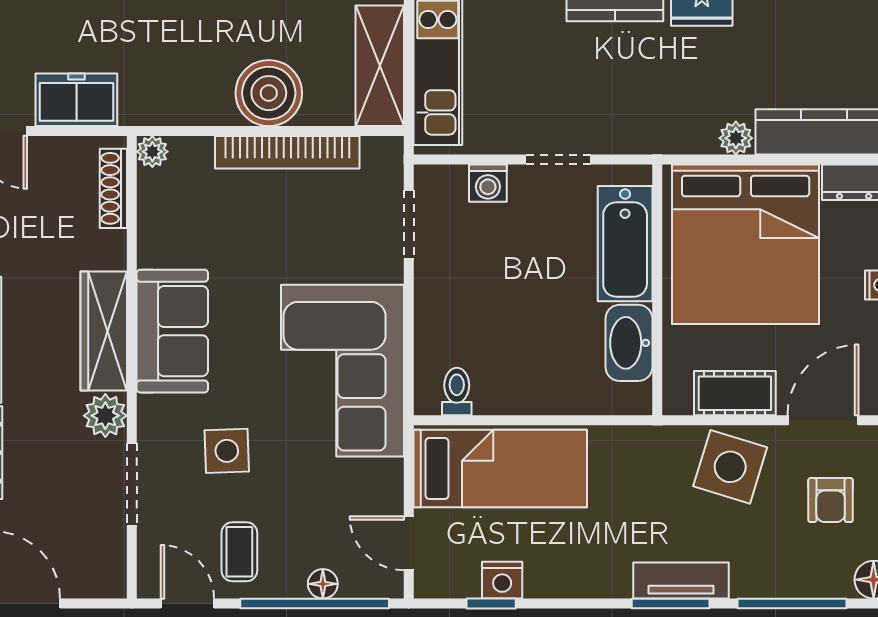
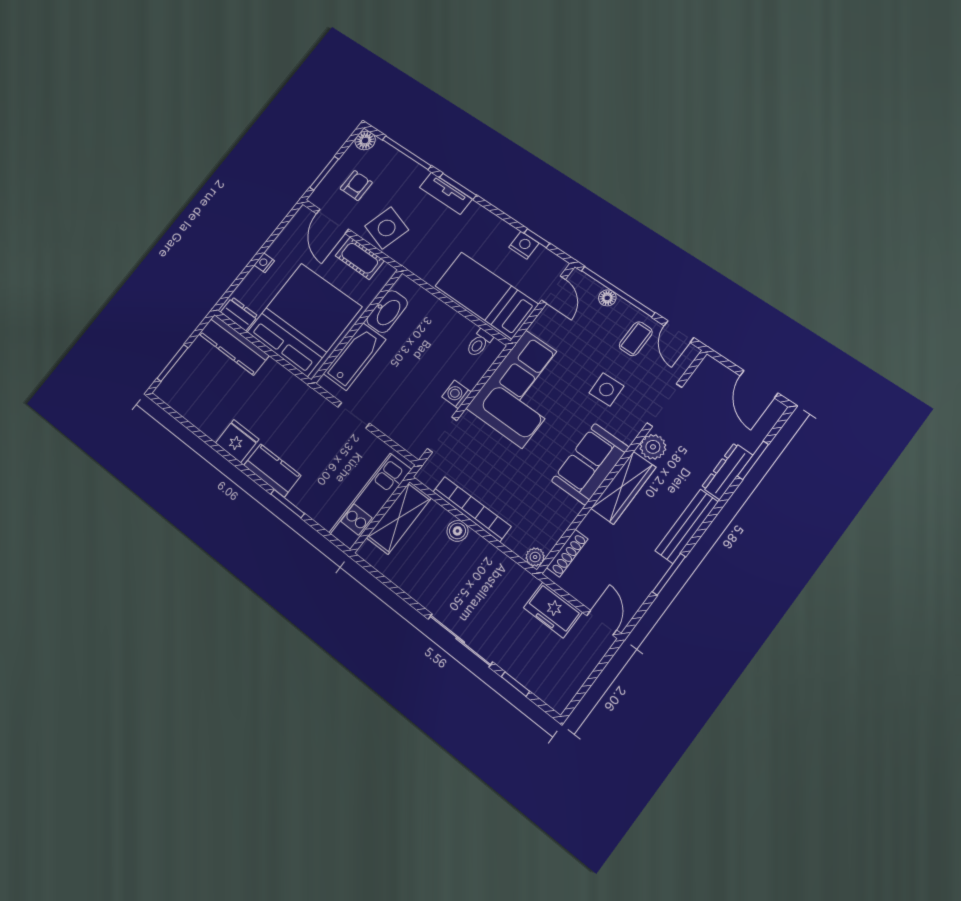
boiler: (269, 93) -> (457, 531), width x0.54, depth x0.54
plant: (736, 138) -> (272, 369), removed
washing machine: (488, 183) -> (457, 394), moved, turned -90
door: (823, 420) -> (332, 221), hinge flipped

